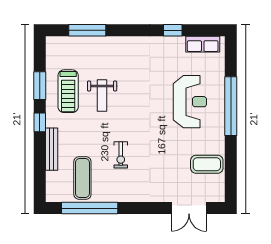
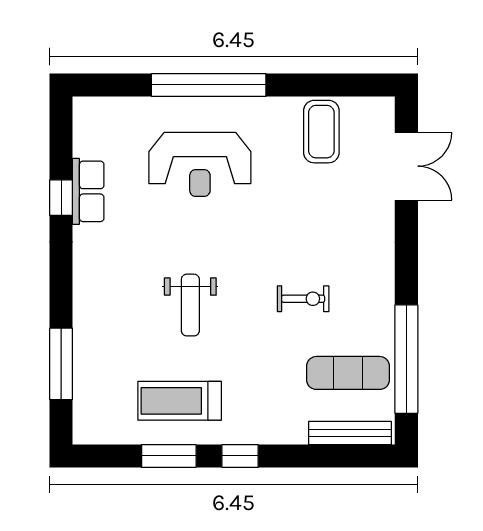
row of seats: (203, 44) -> (88, 191), moved
treadmill: (68, 91) -> (180, 401), turned 180
weight bench: (102, 96) -> (190, 305), moved, turned 90
reception desk: (190, 102) -> (200, 164), turned 180
bench: (52, 149) -> (350, 433), moved

